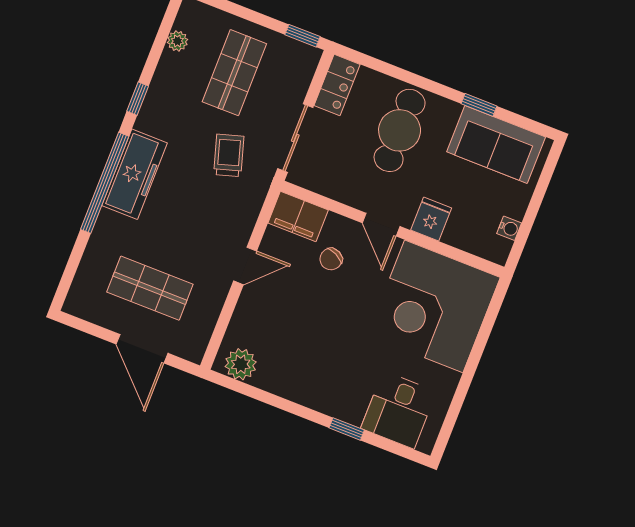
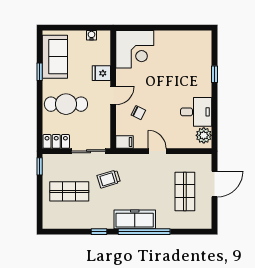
plant: (177, 41) -> (65, 224), removed
filing cabinet: (298, 217) -> (125, 142), width x0.50
corner desk: (434, 306) -> (135, 49), width x0.74, depth x0.74
desk: (399, 410) -> (196, 112), moved

